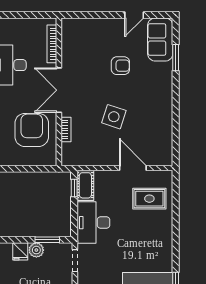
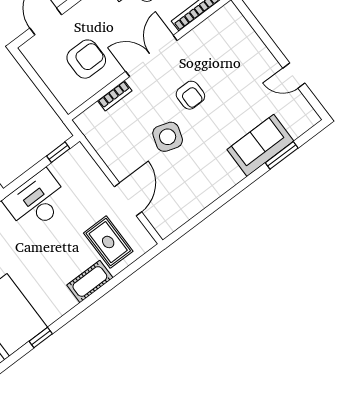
sofa: (160, 40) -> (260, 145), moved
armchair: (120, 66) -> (190, 95), moved
armchair: (32, 130) -> (86, 59), width x0.73, depth x0.73
cot: (85, 185) -> (90, 281), moved

